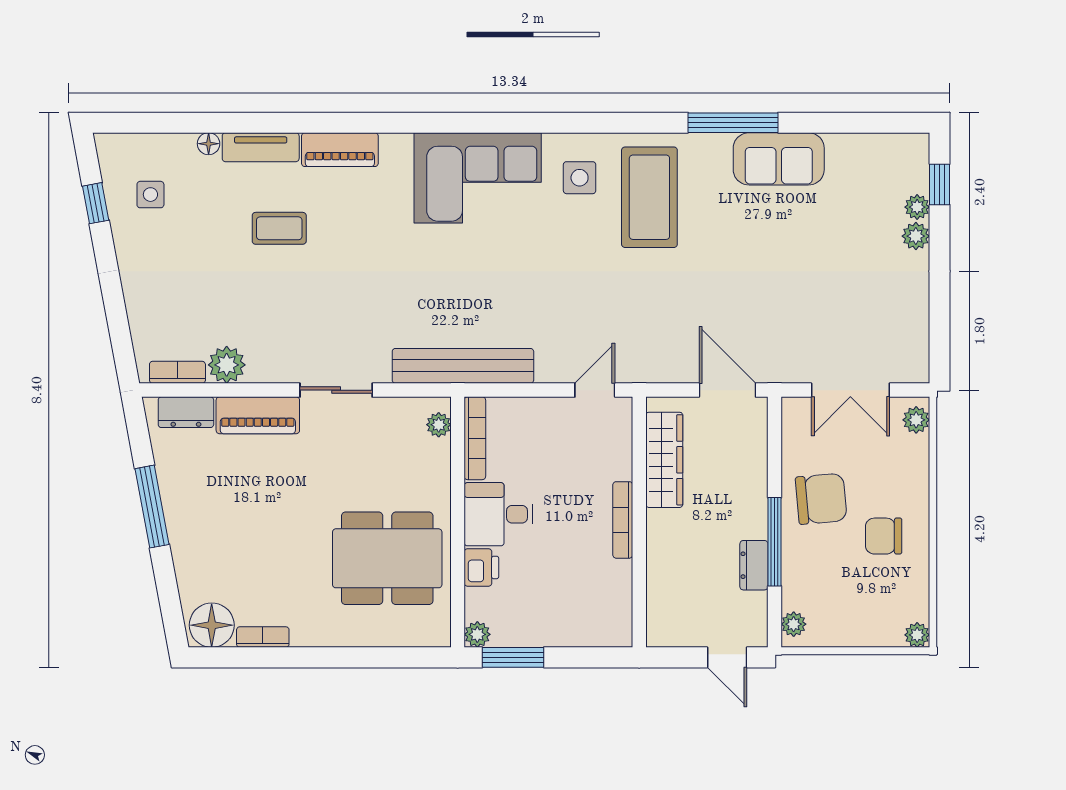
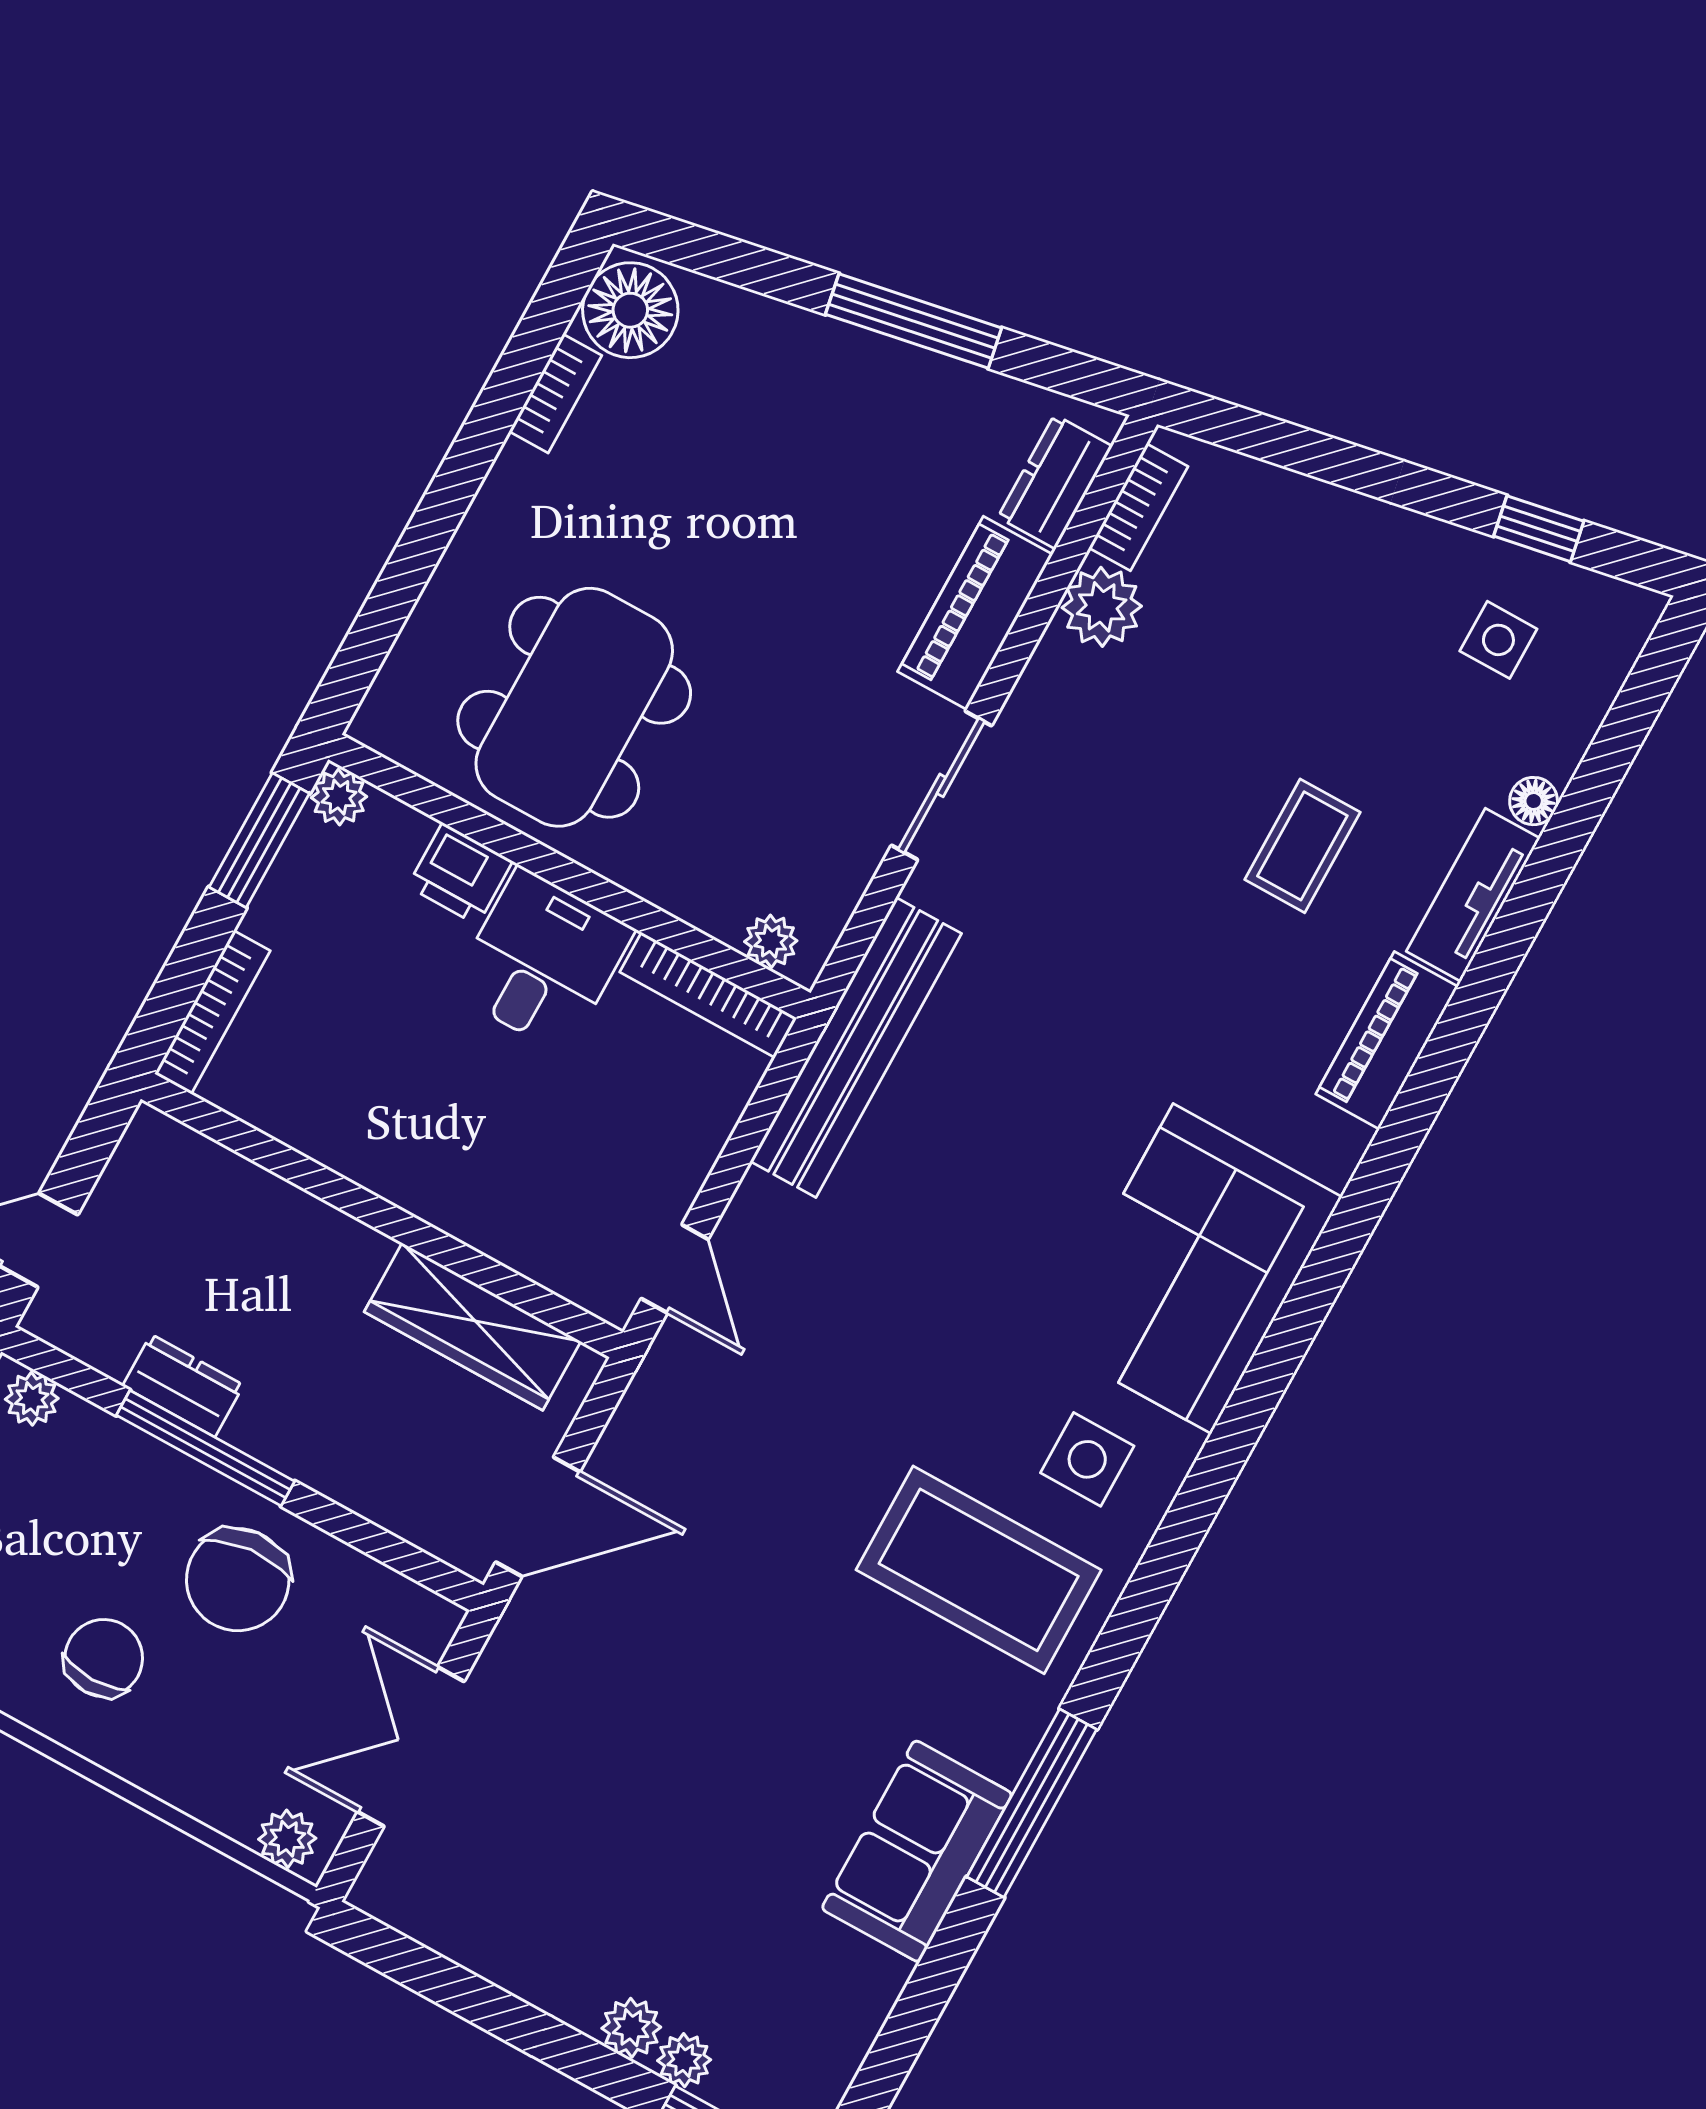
bookcase: (623, 520) -> (212, 1012), moved, turned 90

